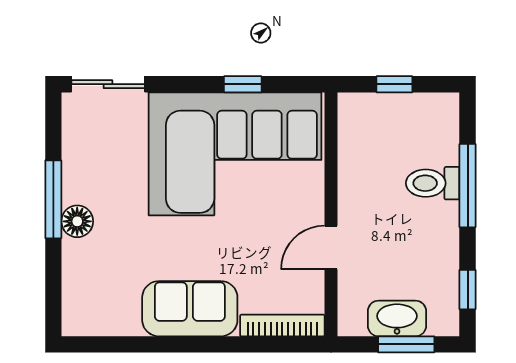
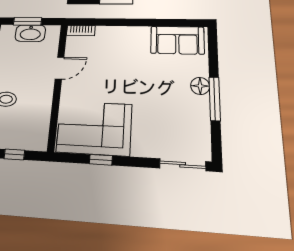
corner sofa: (235, 154) -> (94, 128), width x0.73, depth x0.74
sofa: (190, 309) -> (177, 40), moved
bookcase: (282, 325) -> (81, 31), width x0.64

